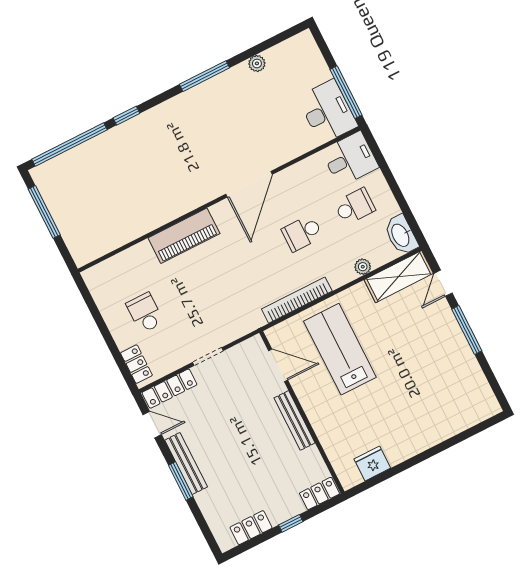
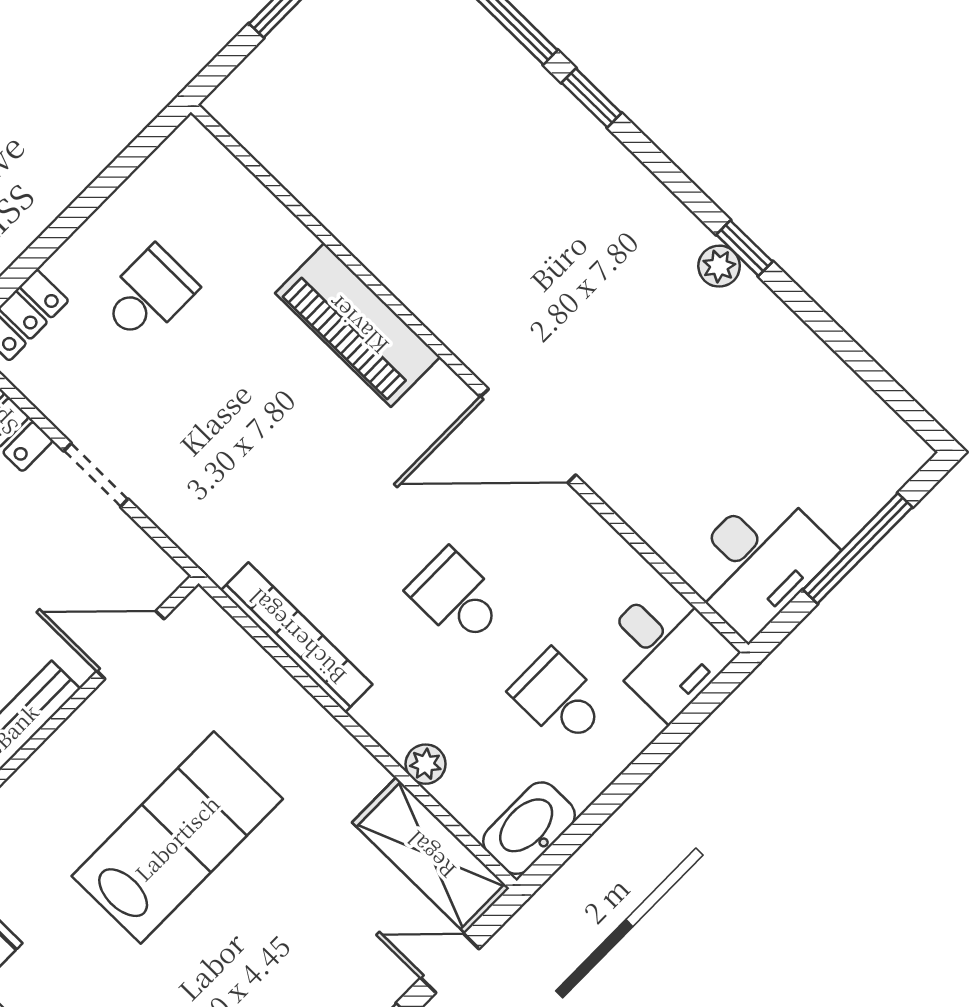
plant: (257, 63) -> (719, 266), moved
window: (205, 76) -> (744, 248), width x0.46
window: (346, 92) -> (858, 548), moved
school desk: (355, 206) -> (559, 698), turned 180
lab bench: (340, 349) -> (177, 838), moved
door: (278, 365) -> (130, 645), swing flipped

